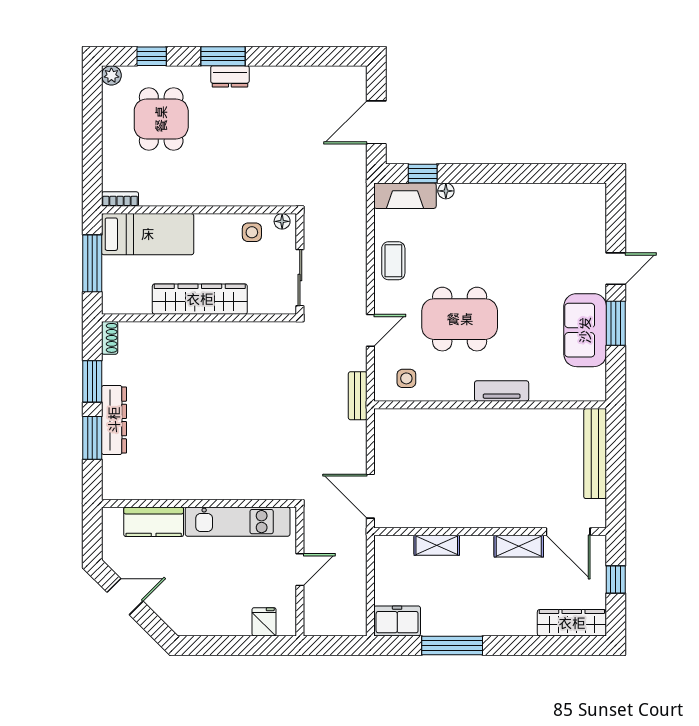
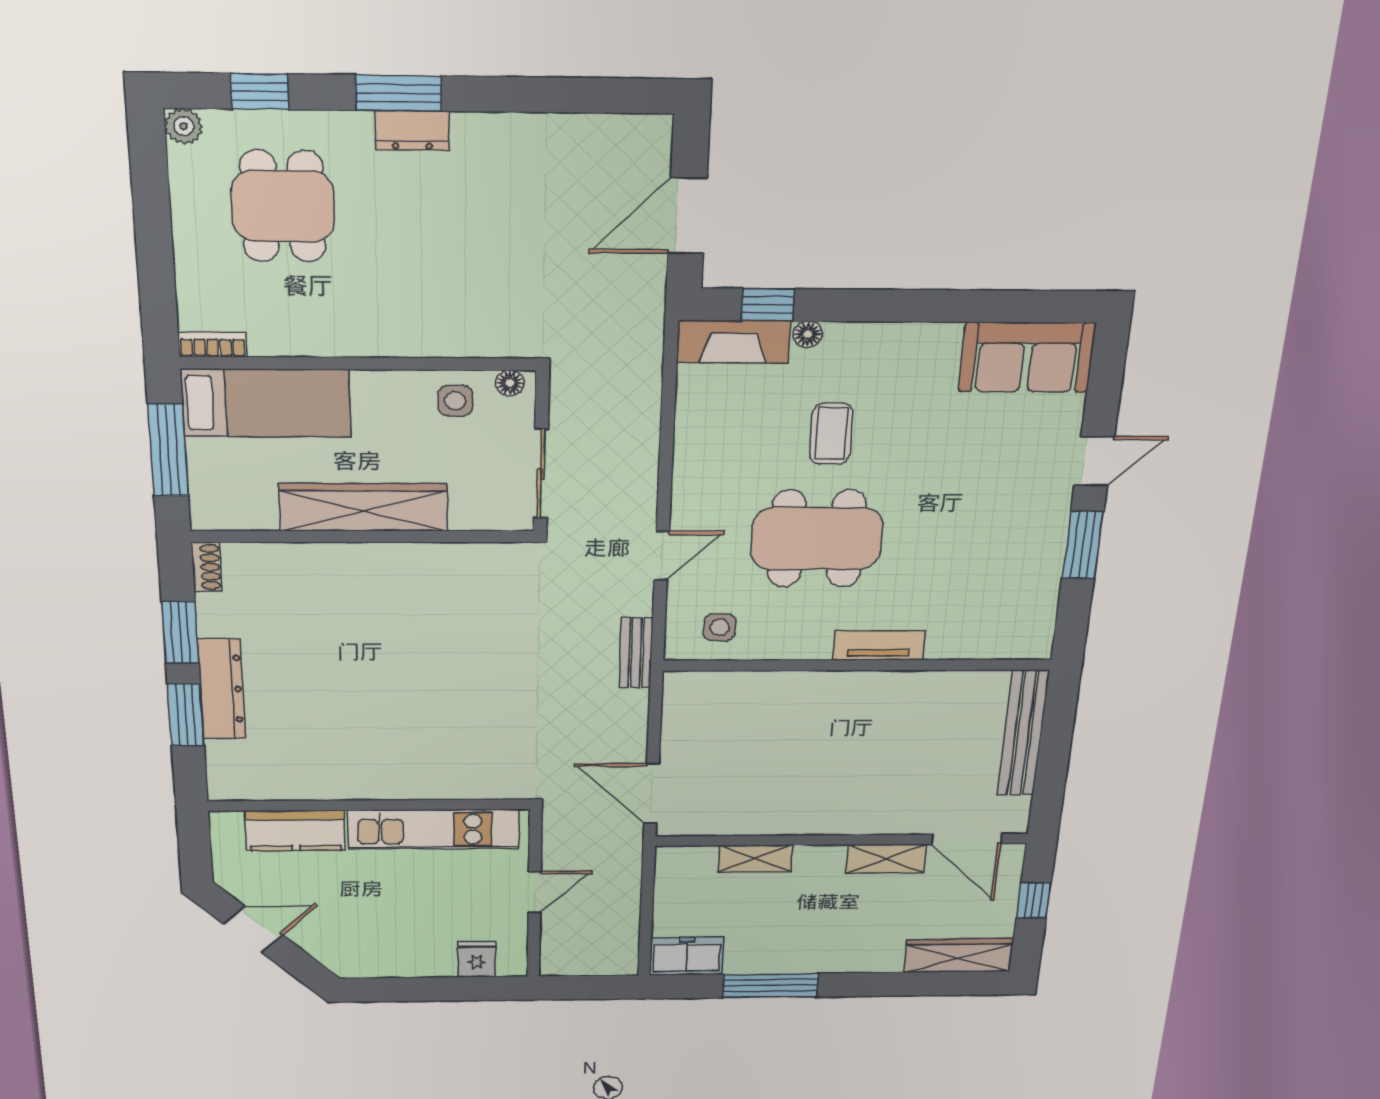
coffee table: (393, 261) -> (831, 434), moved
sofa: (585, 330) -> (1027, 357), moved, turned -90

